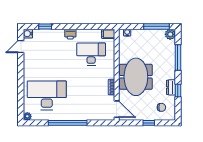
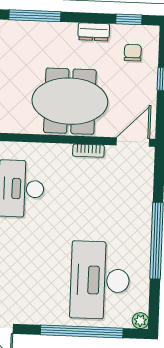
window: (21, 87) -> (82, 331), added
window: (178, 90) -> (129, 19), moved

